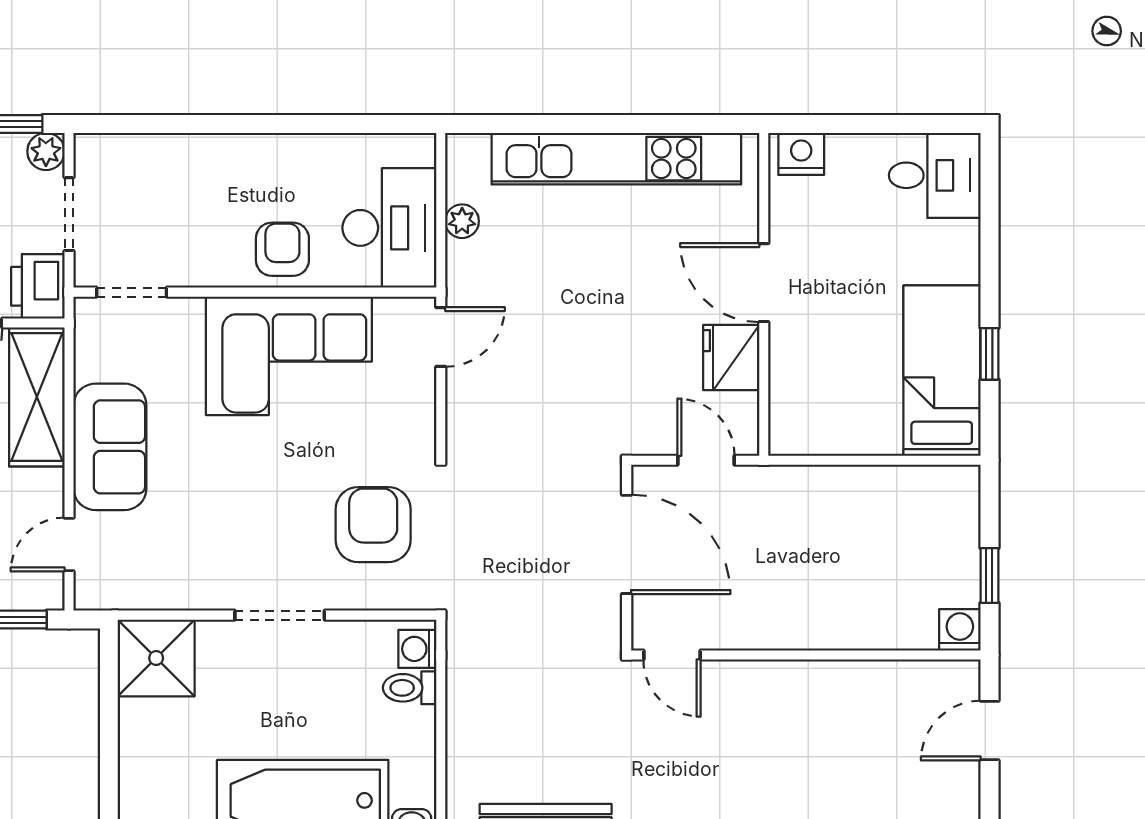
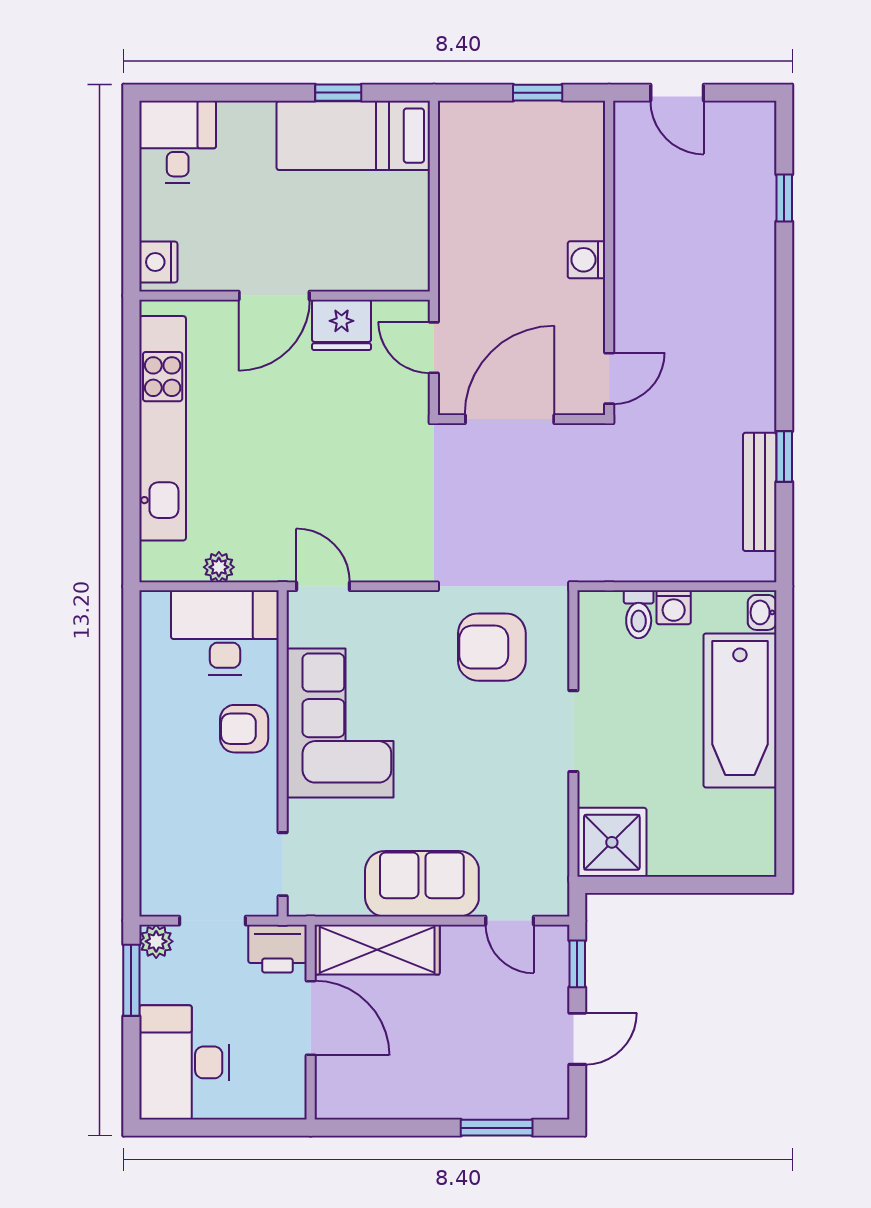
door: (706, 460) -> (434, 348), hinge flipped
washing machine: (960, 630) -> (587, 260), moved
washing machine: (417, 649) -> (674, 607), moved

